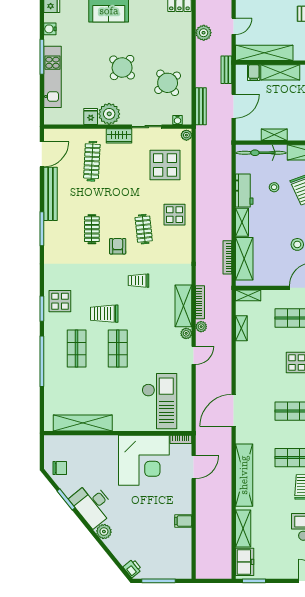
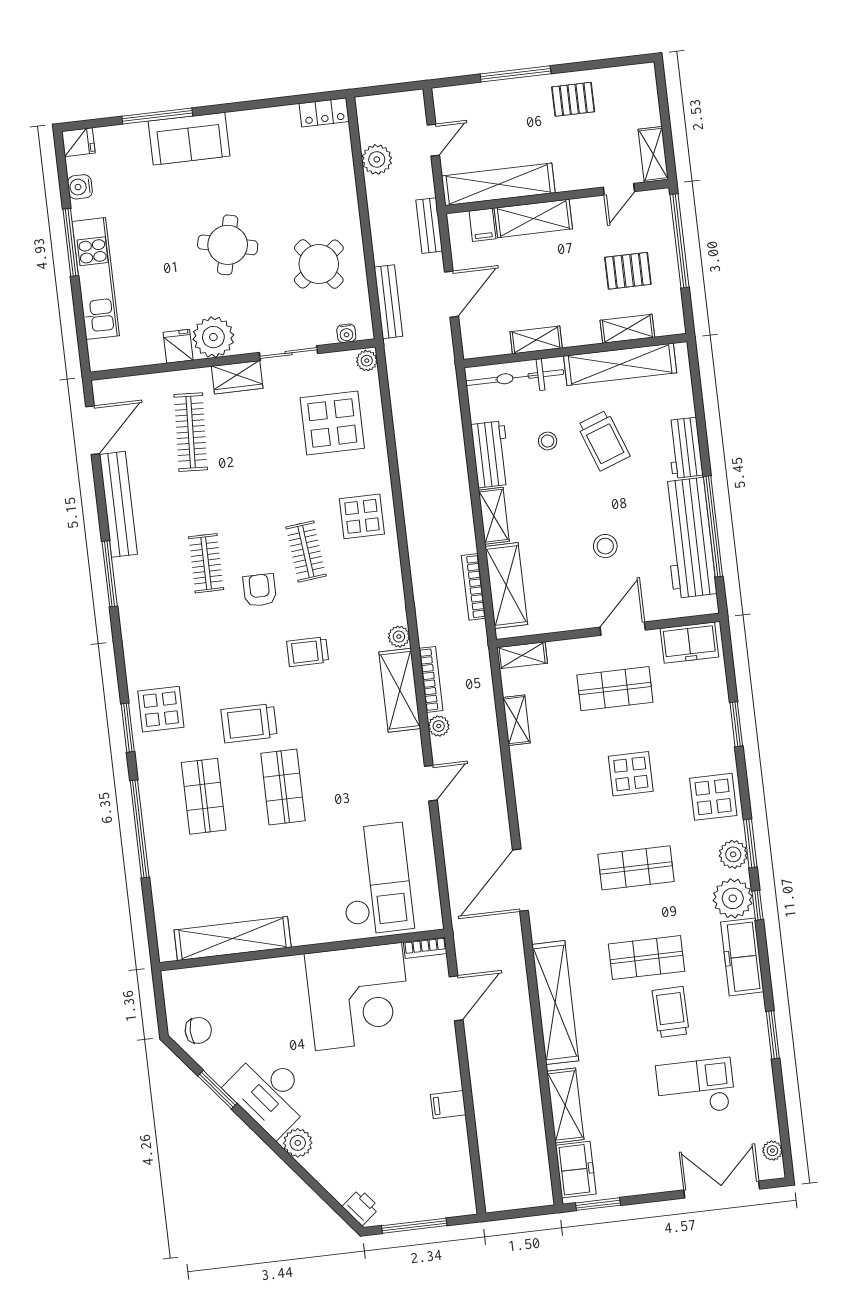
round table: (122, 68) -> (228, 245), turned -30
plant: (186, 333) -> (399, 637), moved

